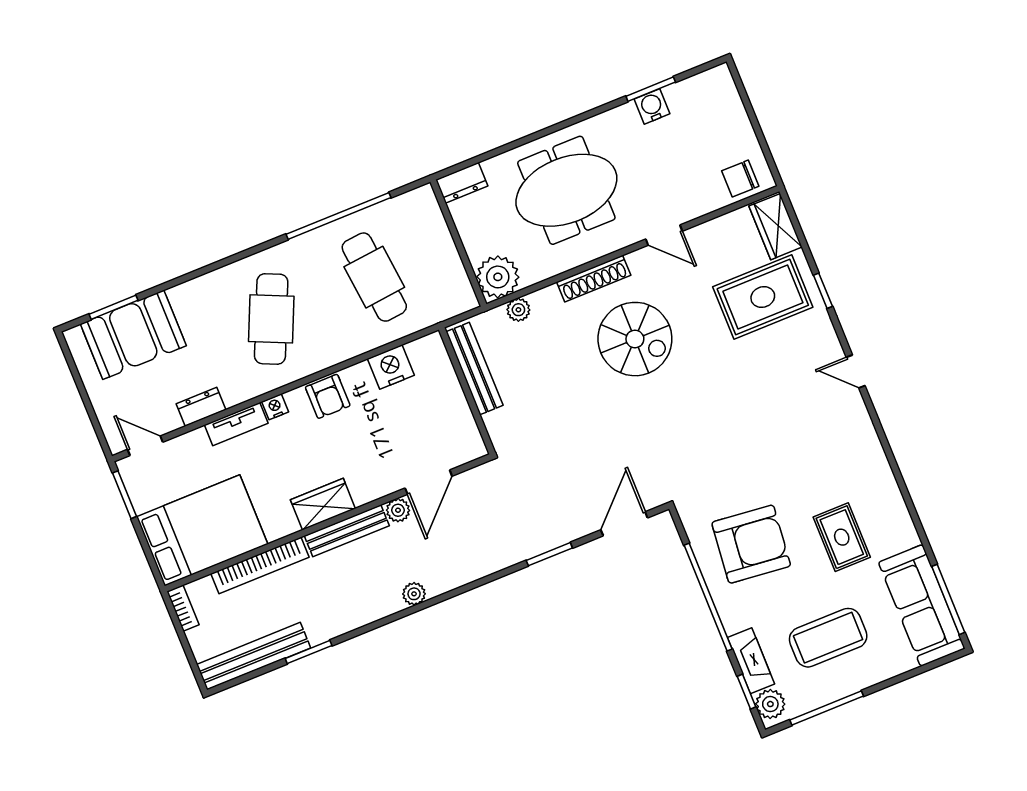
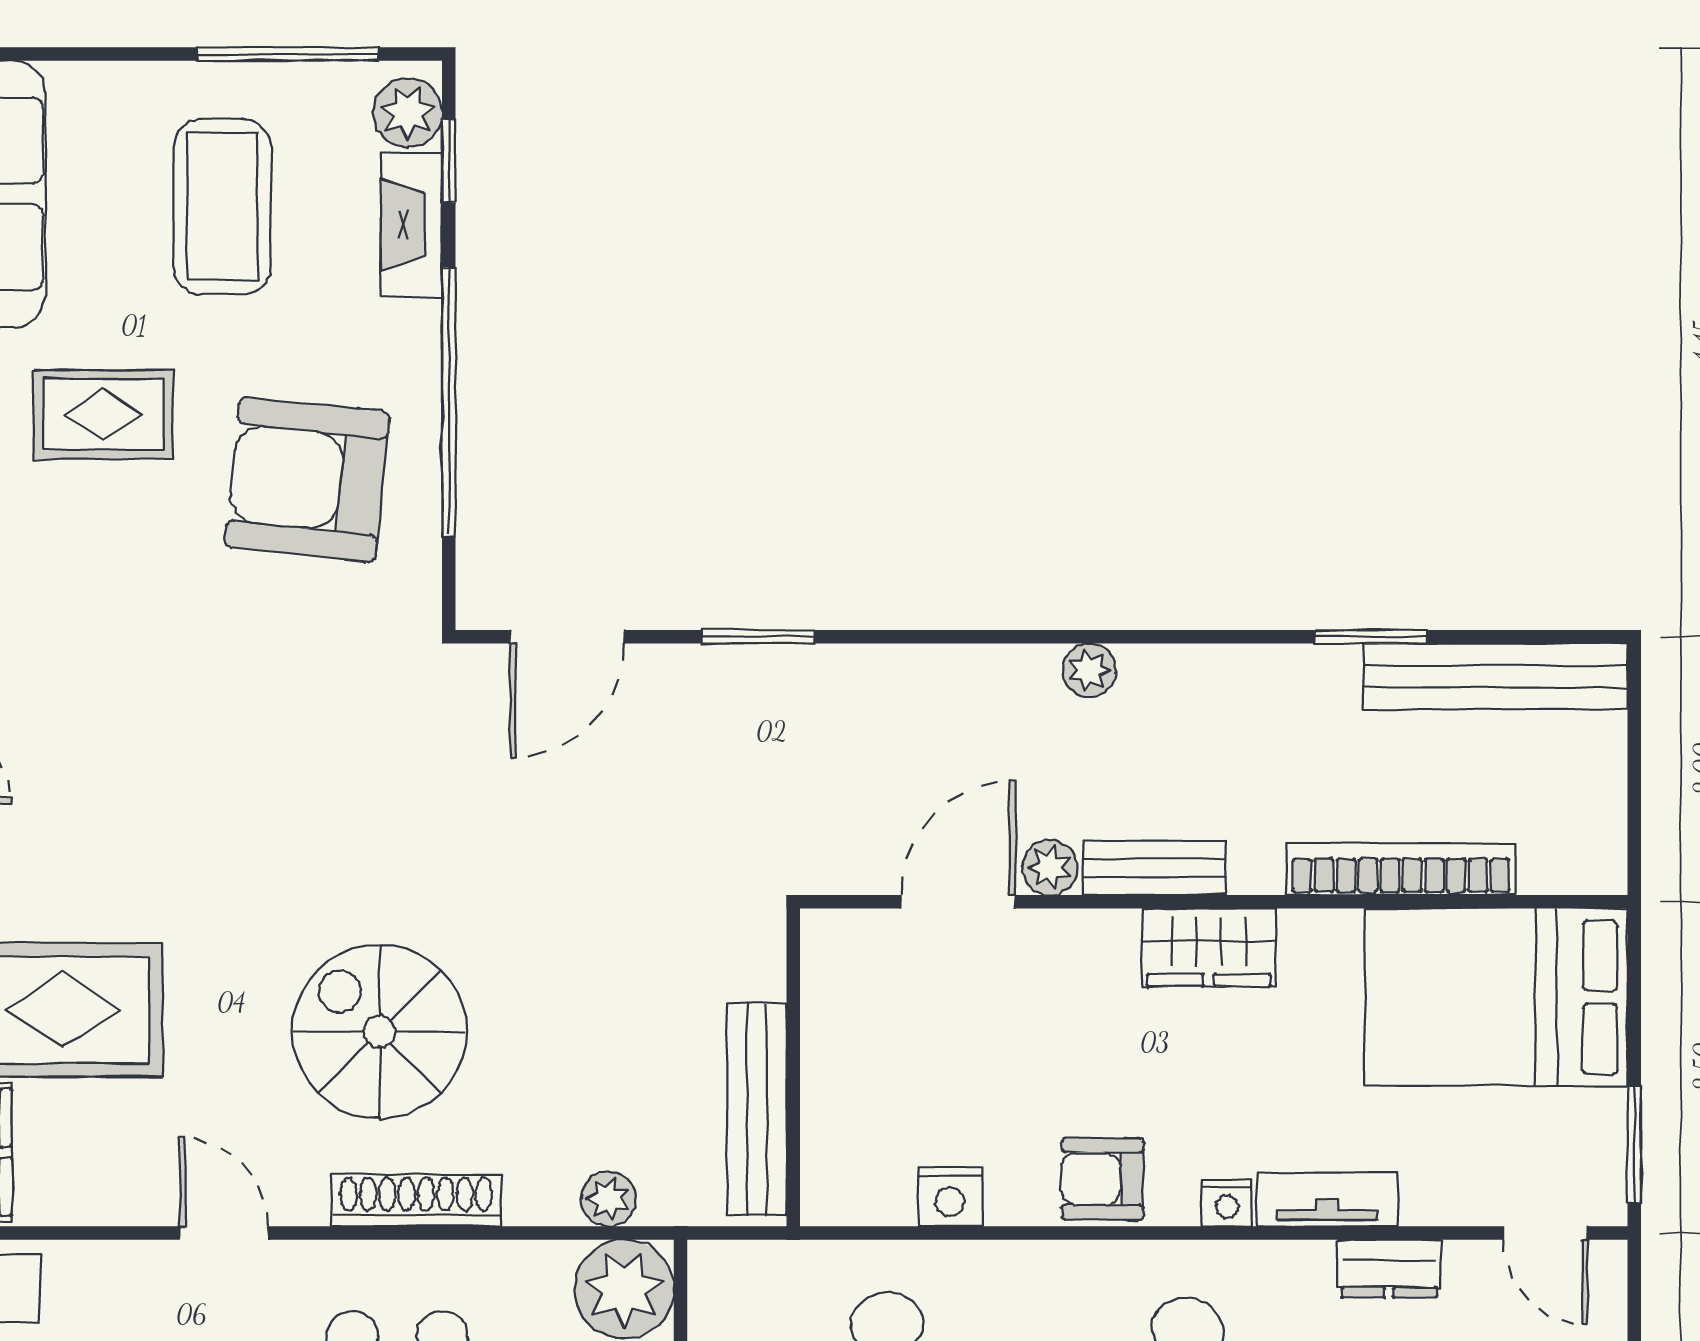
nightstand: (391, 367) -> (950, 1197), width x0.74, depth x0.75
armchair: (328, 396) -> (1103, 1179), turned -90
bench: (347, 531) -> (1154, 868), width x0.73
rug: (842, 537) -> (103, 414), turned 90
bookcase: (183, 608) -> (1607, 844), removed
coffee table: (828, 638) -> (222, 207), turned 90

